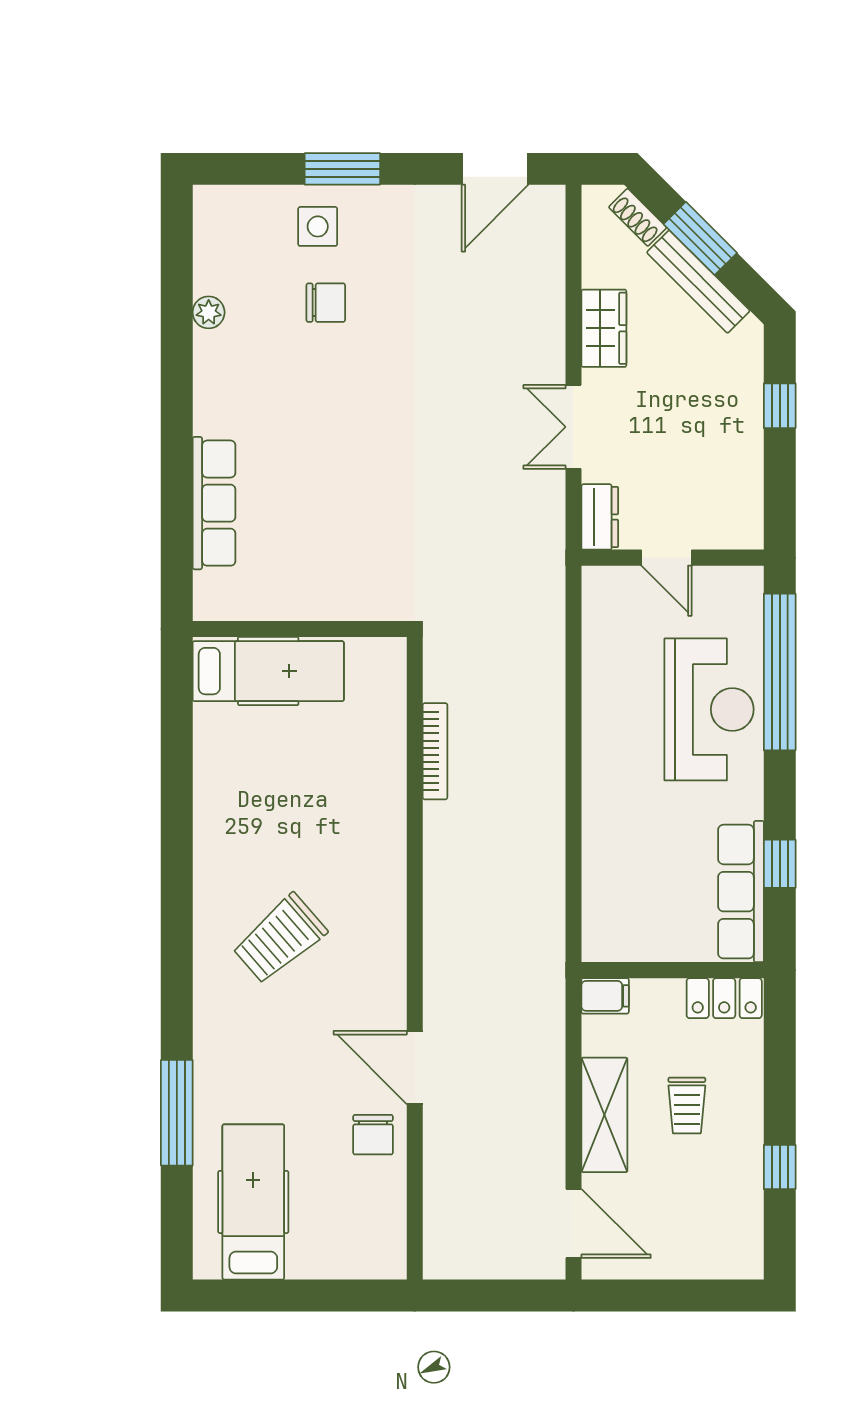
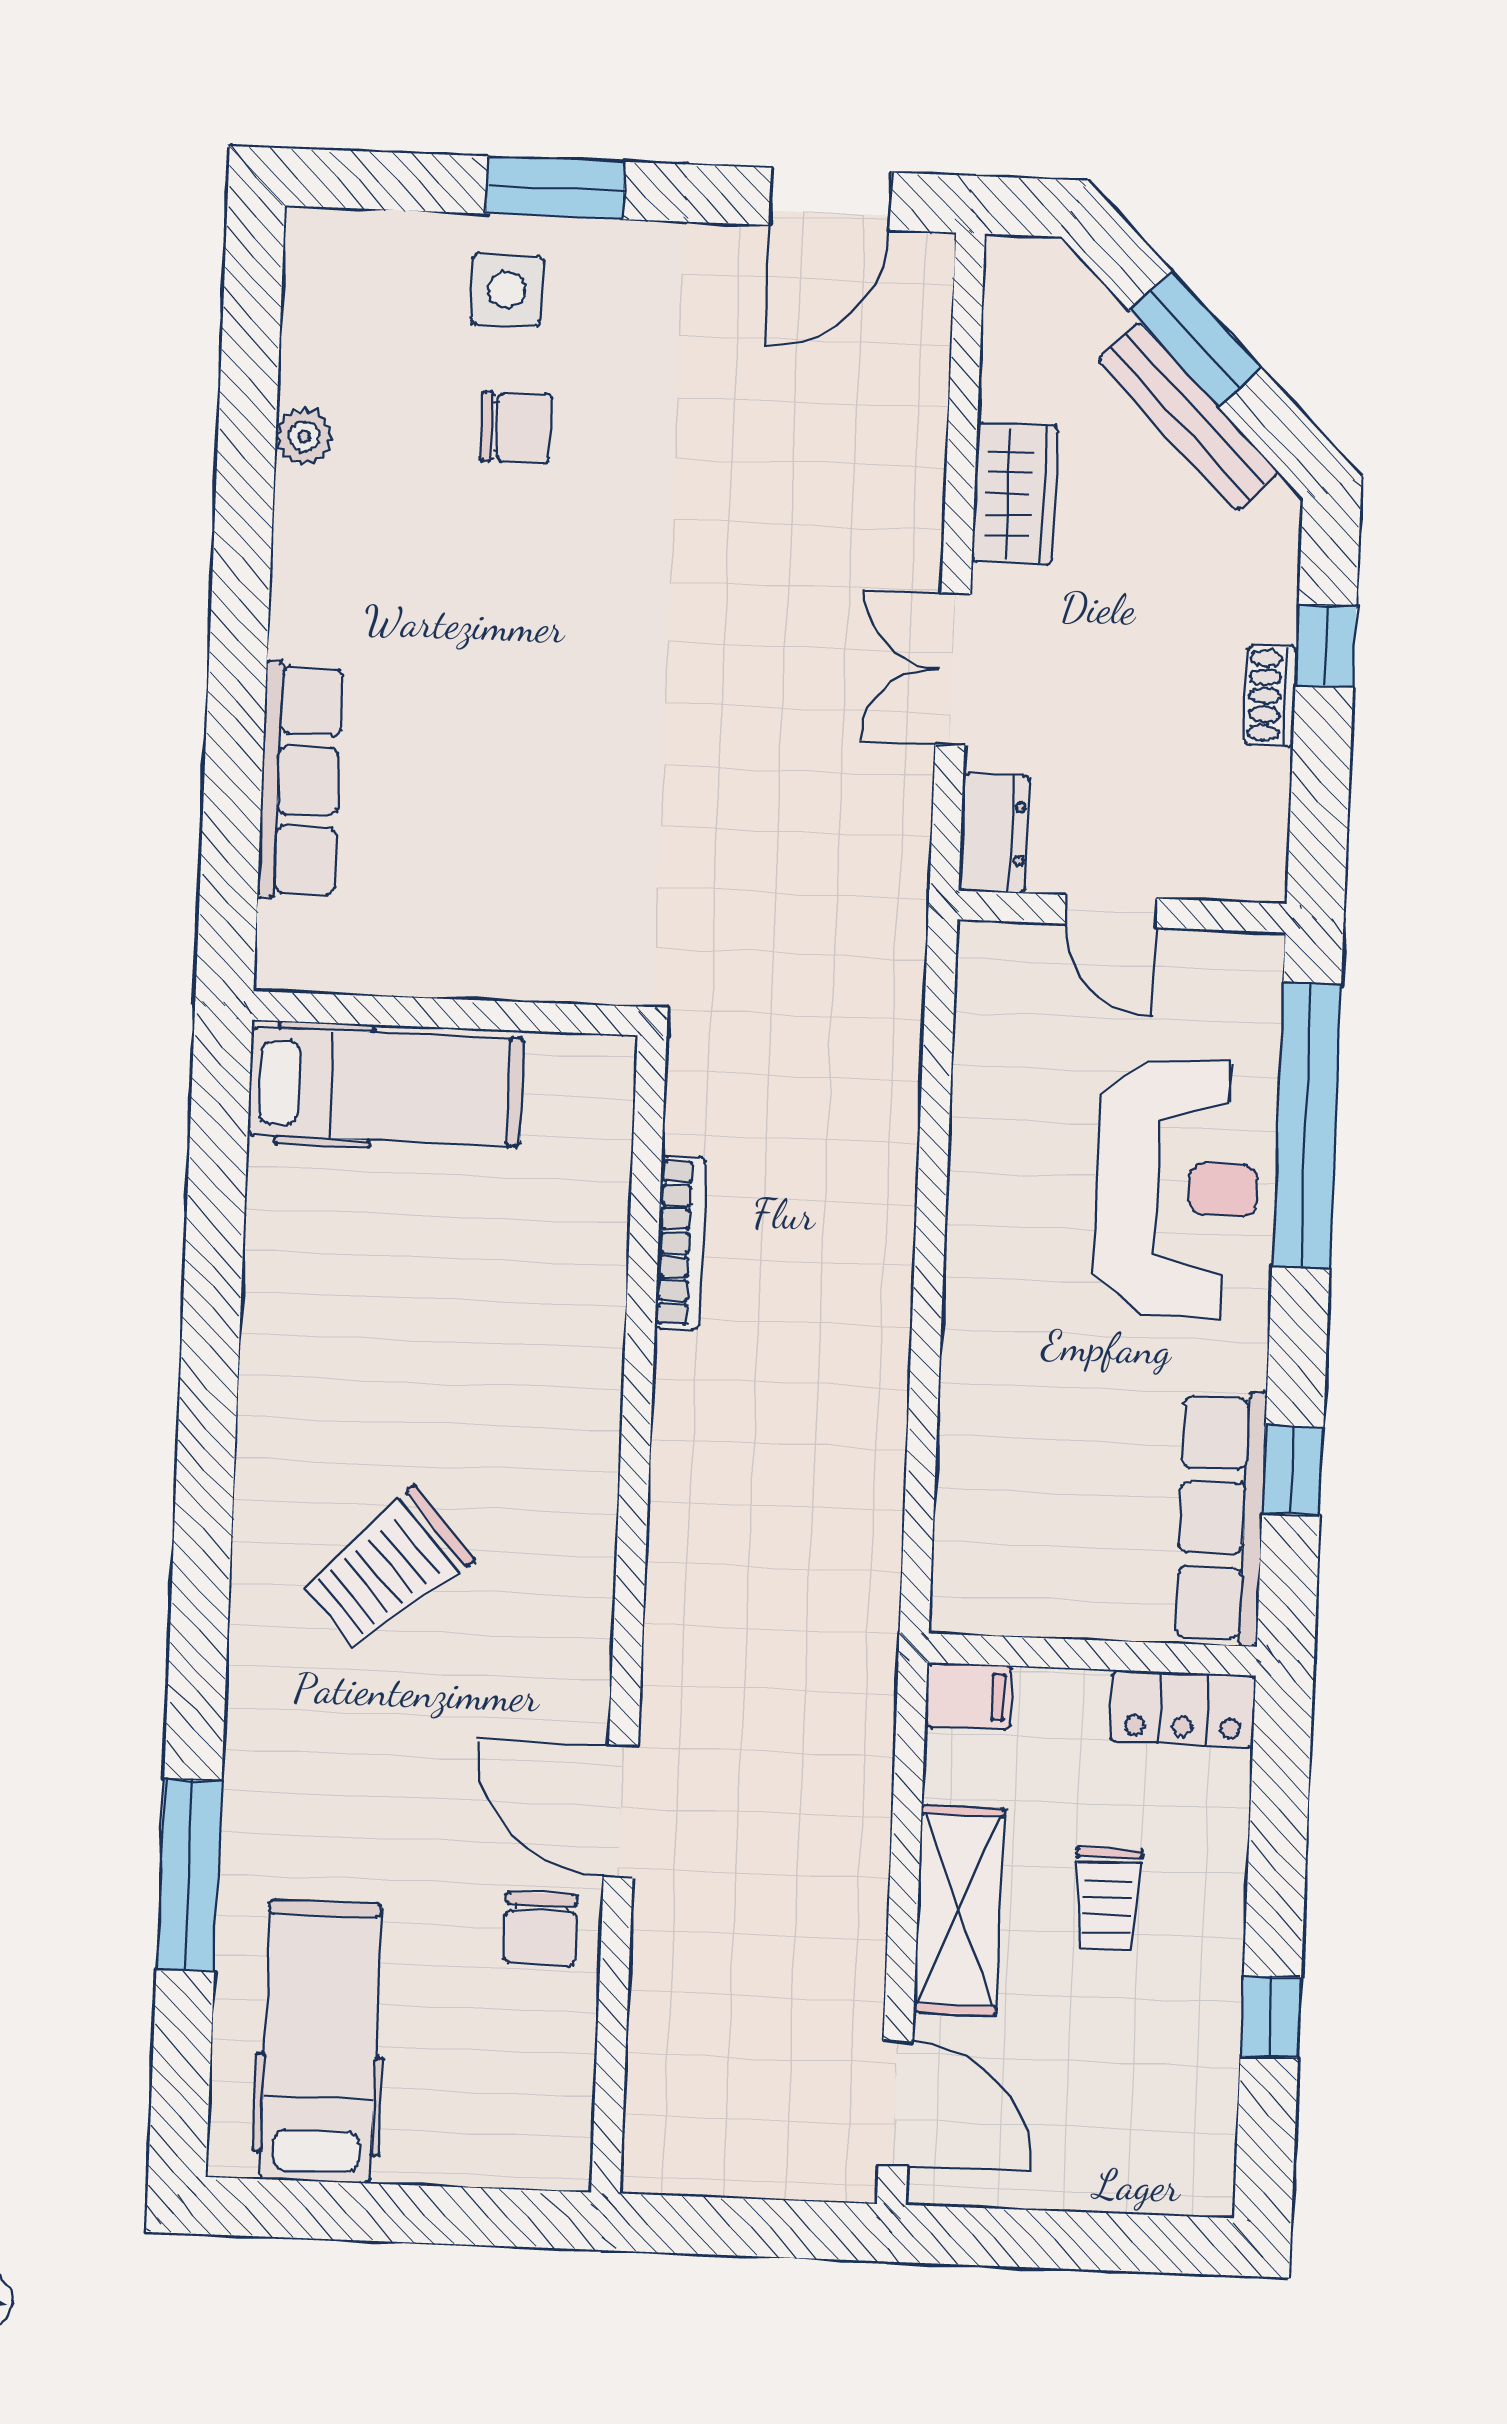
shoe rack: (638, 217) -> (1271, 696), moved, turned 45

